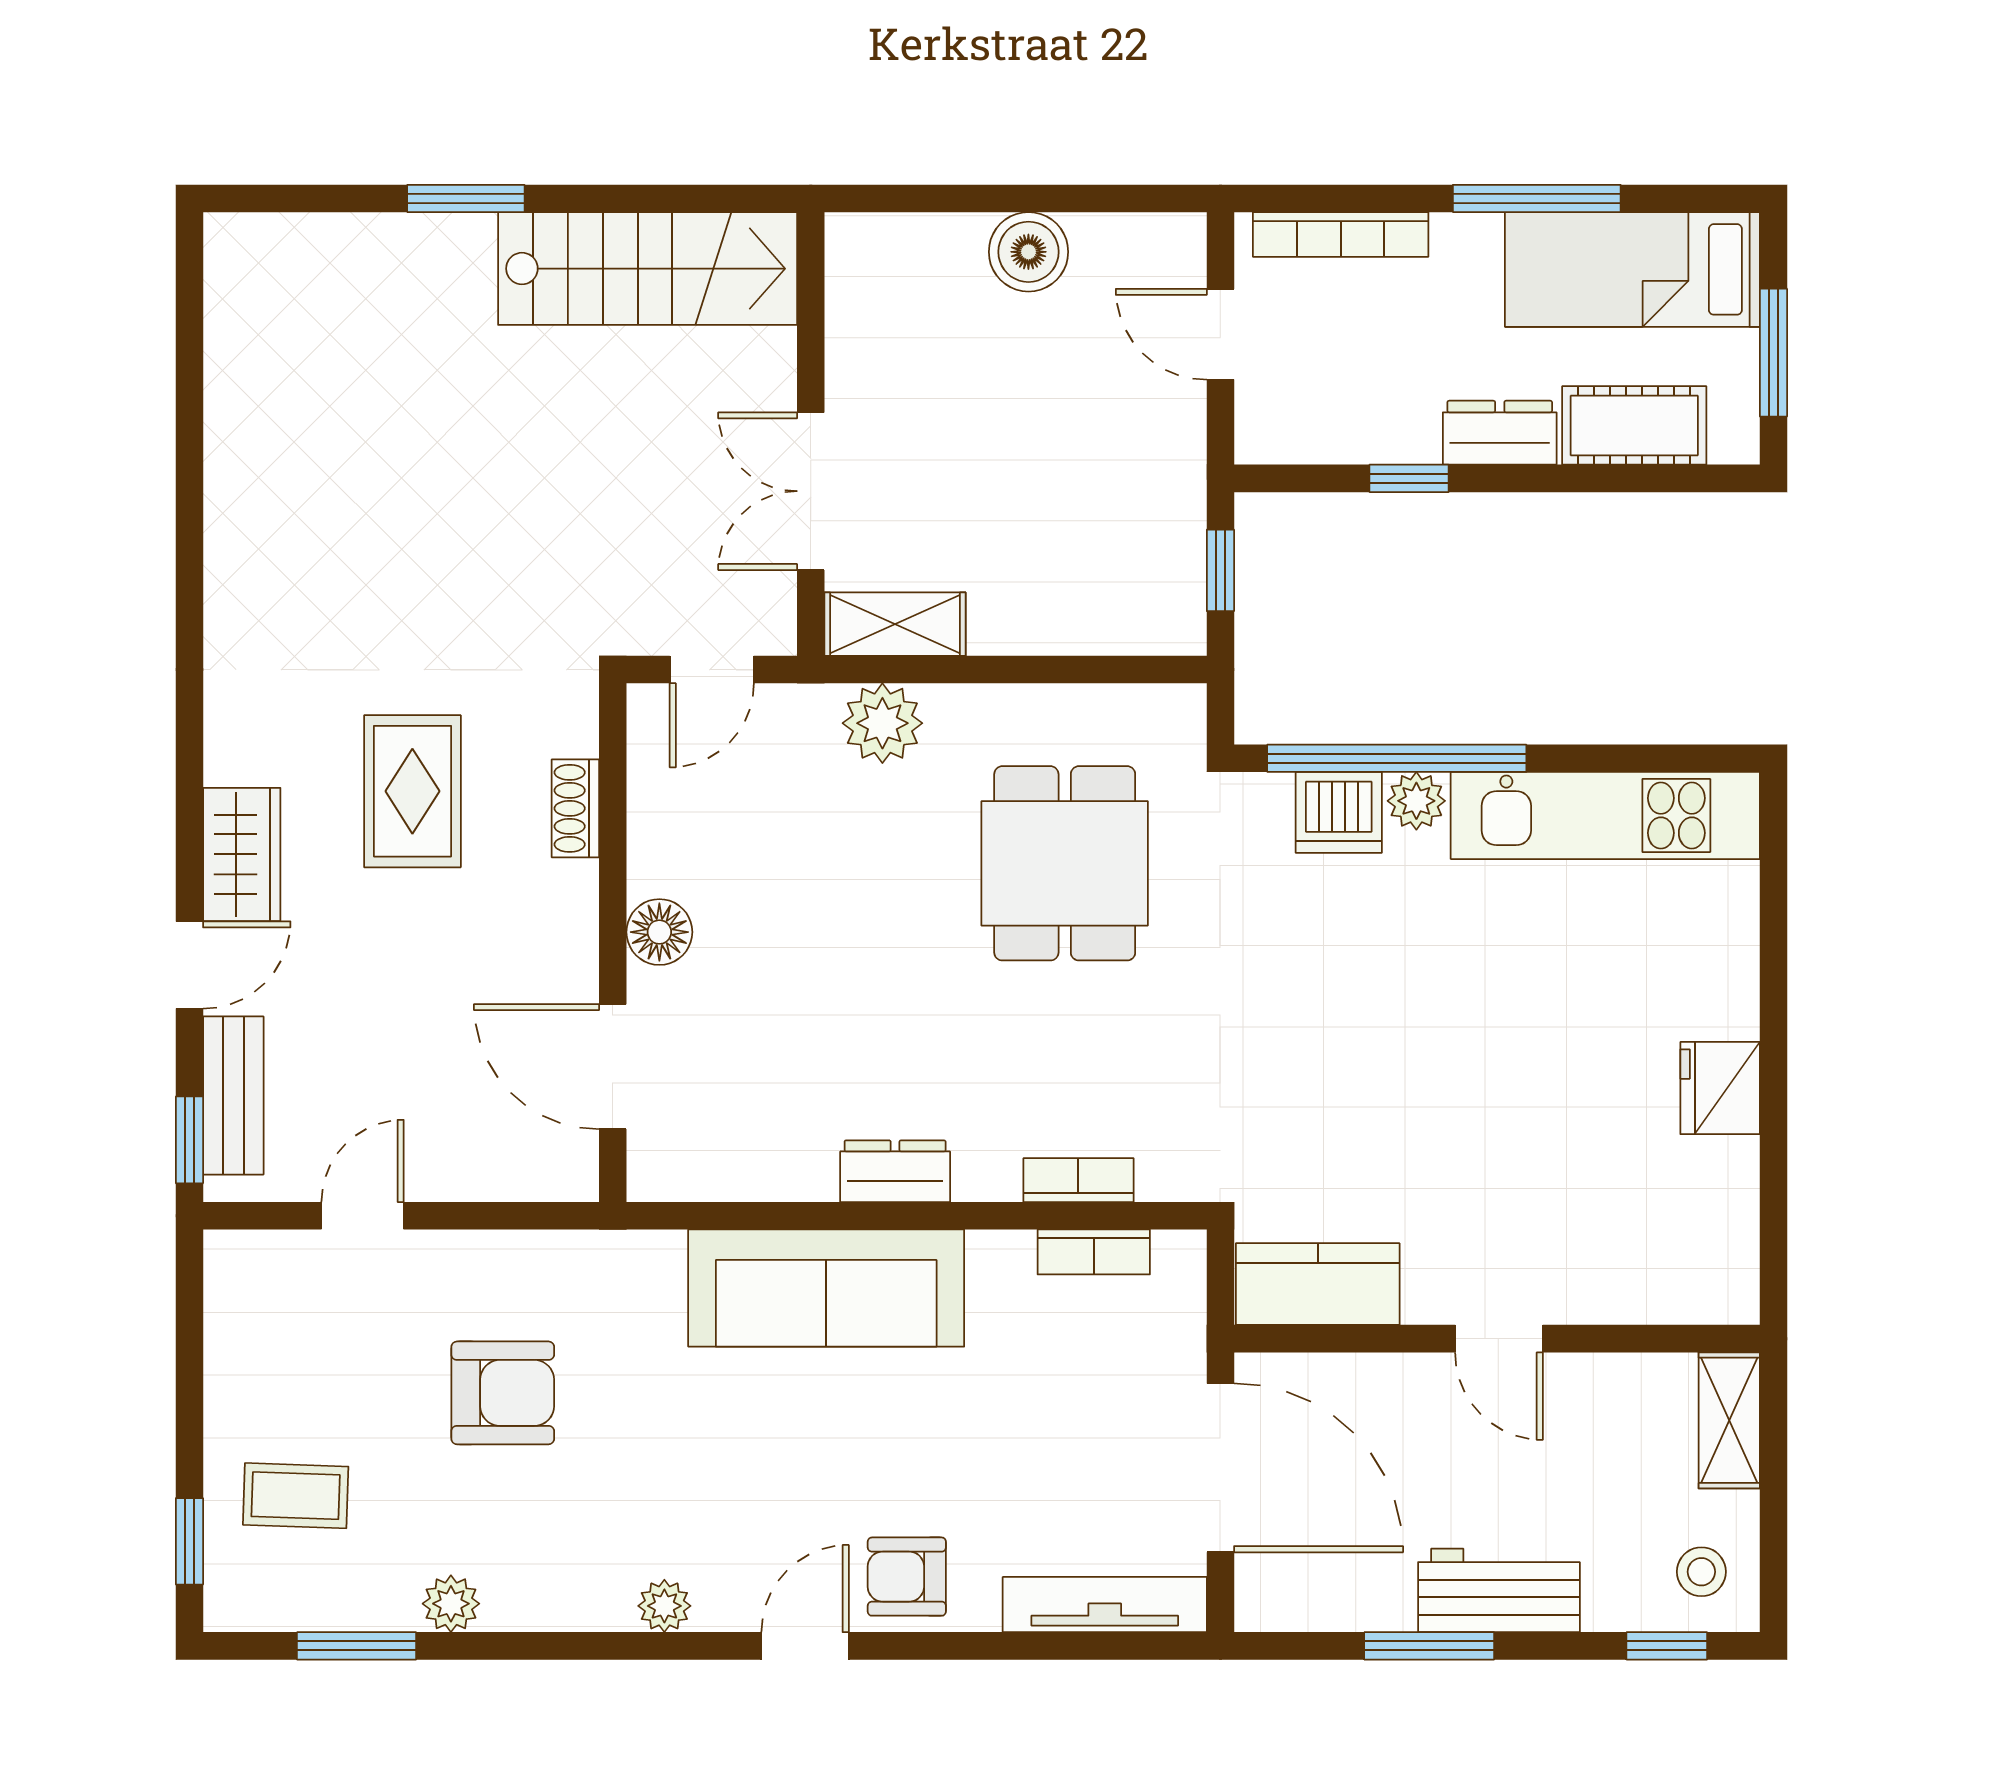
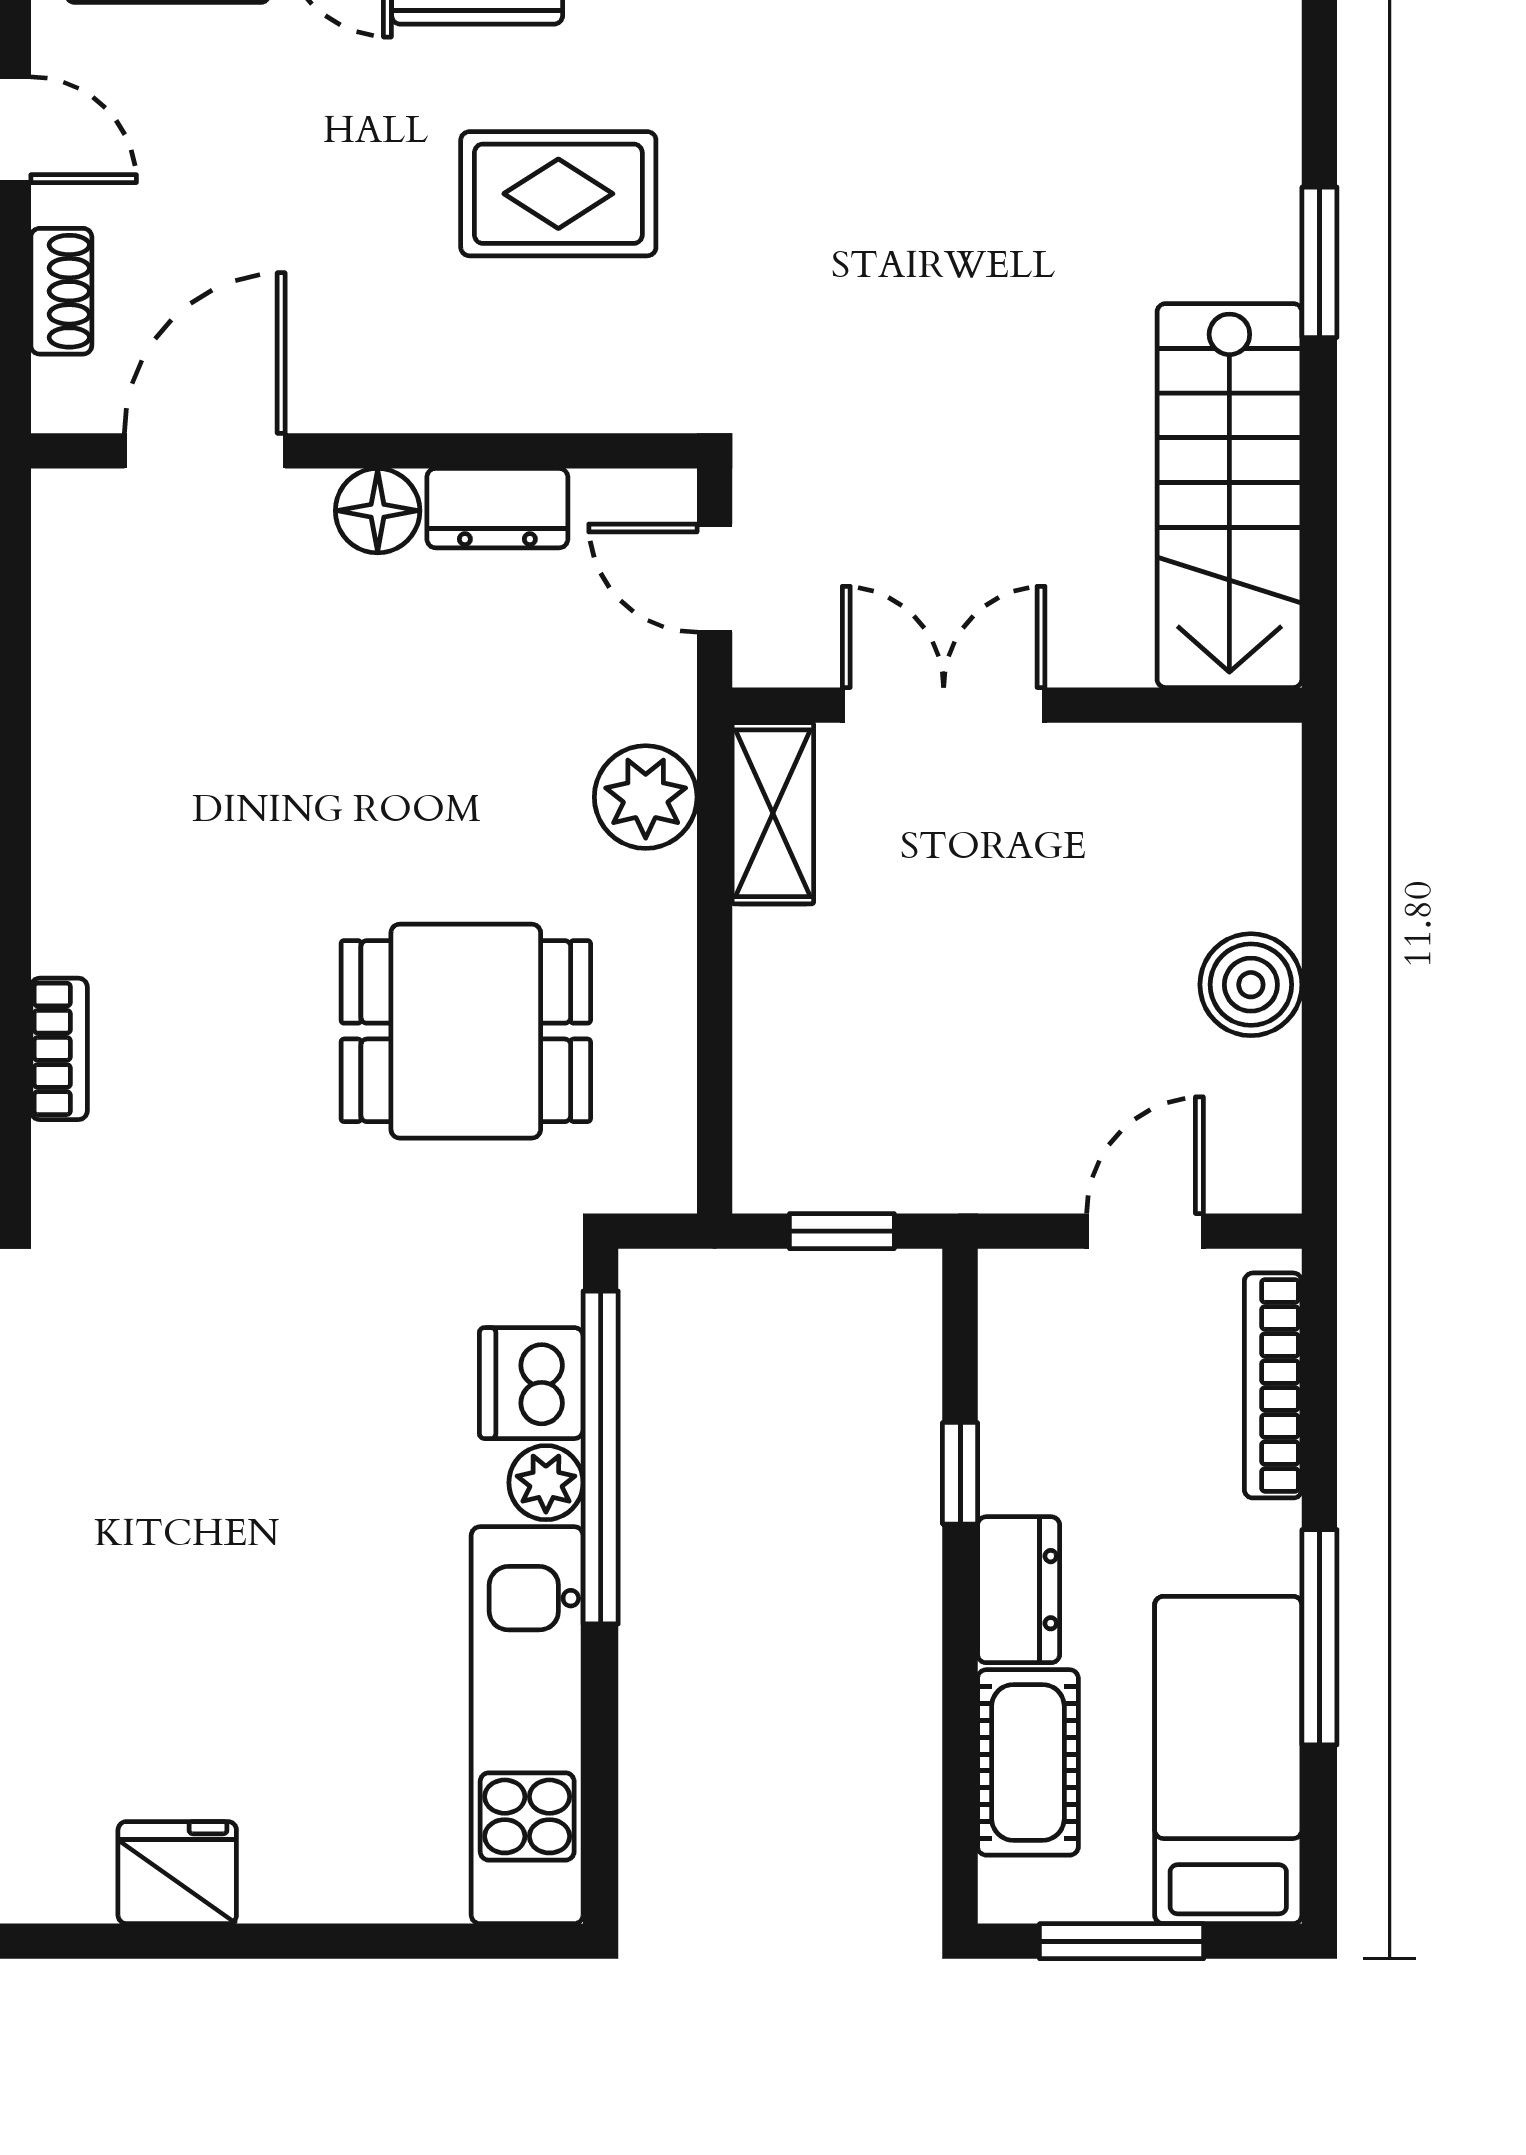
shoe rack: (575, 808) -> (61, 291), moved, turned 90
dresser: (895, 1171) -> (497, 508), moved, turned 90

